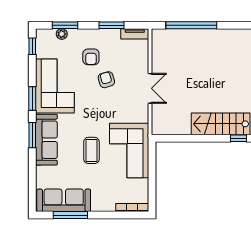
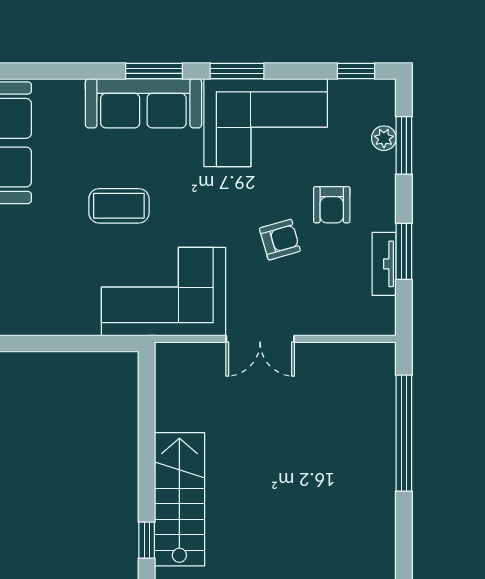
tv unit: (135, 34) -> (384, 264), moved
armchair: (91, 57) -> (332, 205), turned -90
corner sofa: (129, 150) -> (163, 292), moved

